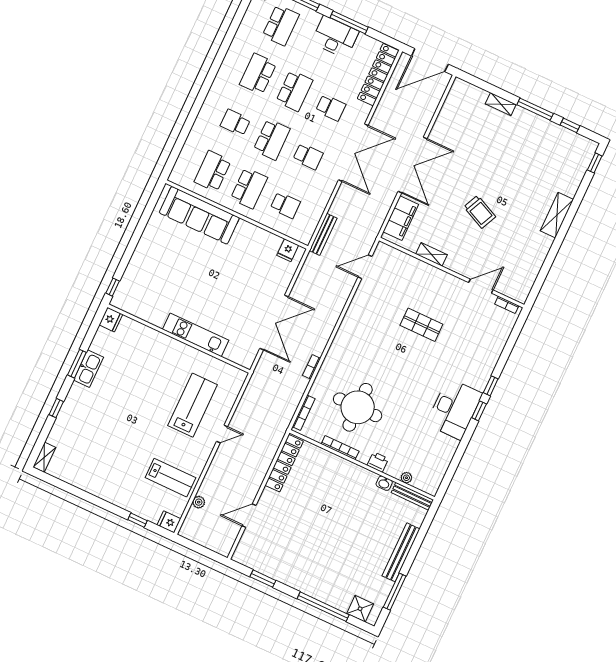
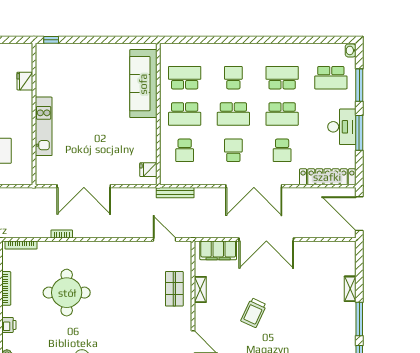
school desk: (308, 156) -> (233, 150), turned 180
fridge: (111, 320) -> (25, 81), moved, turned 90
shop shelf: (421, 325) -> (174, 289), moved
round table: (358, 407) -> (67, 293), moved

